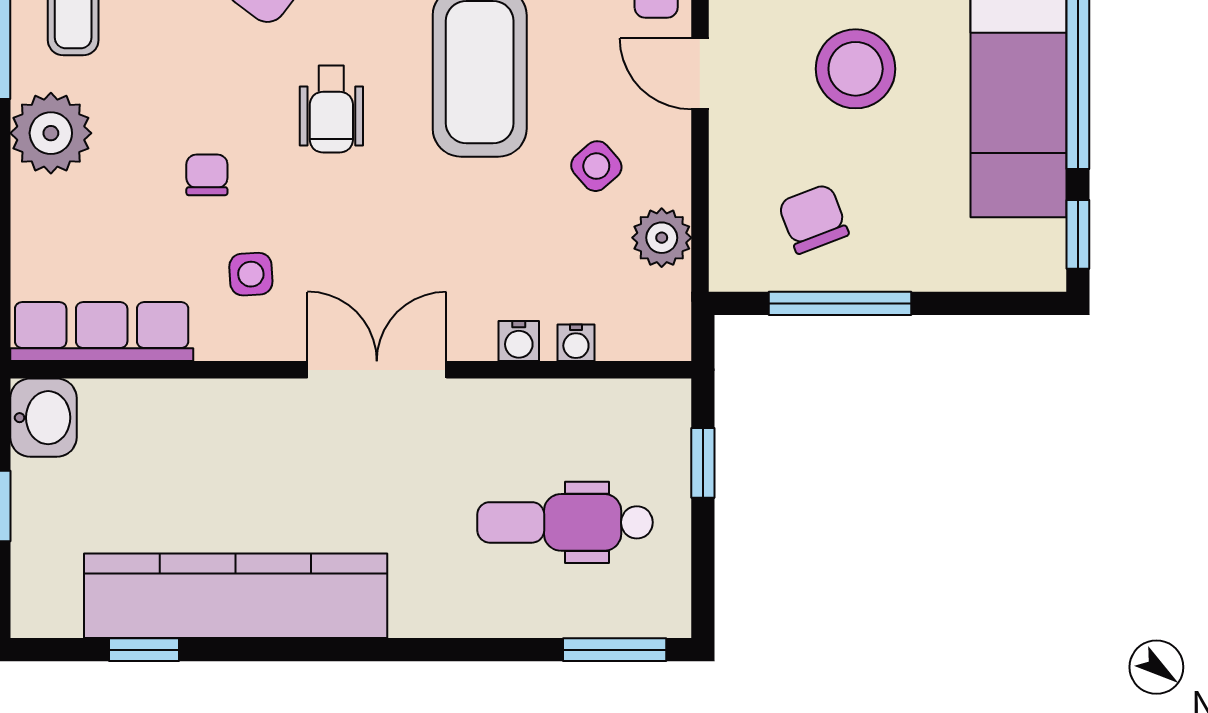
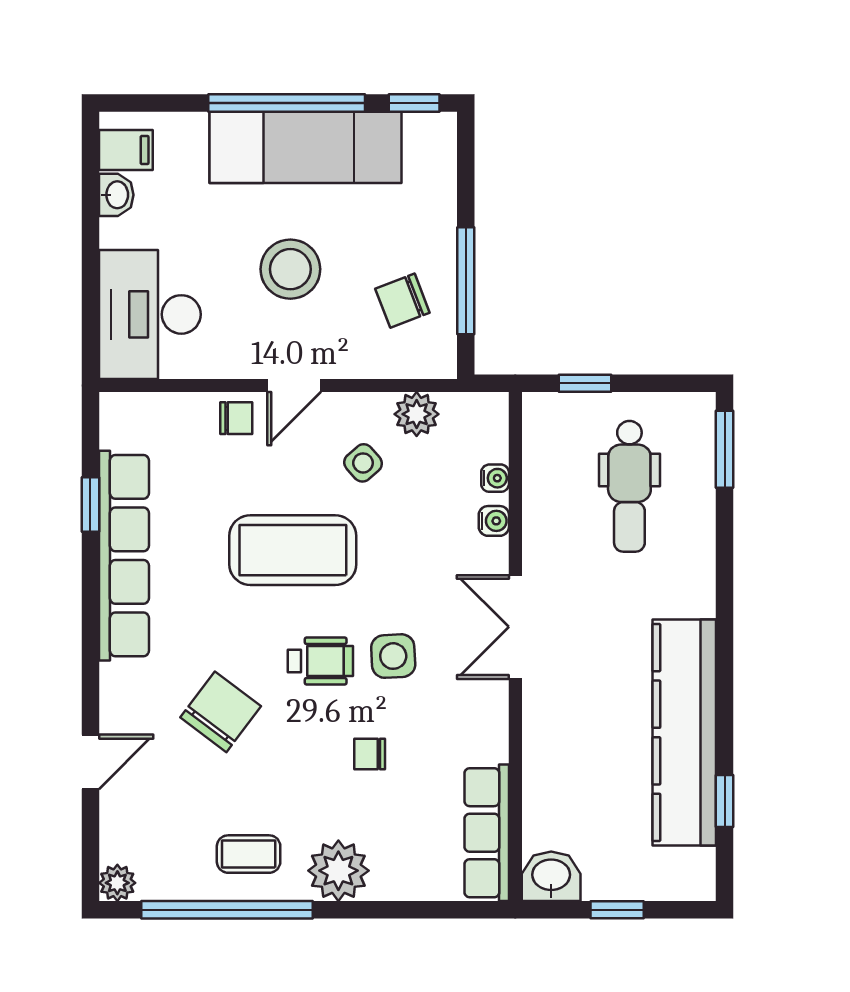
side table: (251, 274) -> (393, 656), moved, width x1.37, depth x1.37

